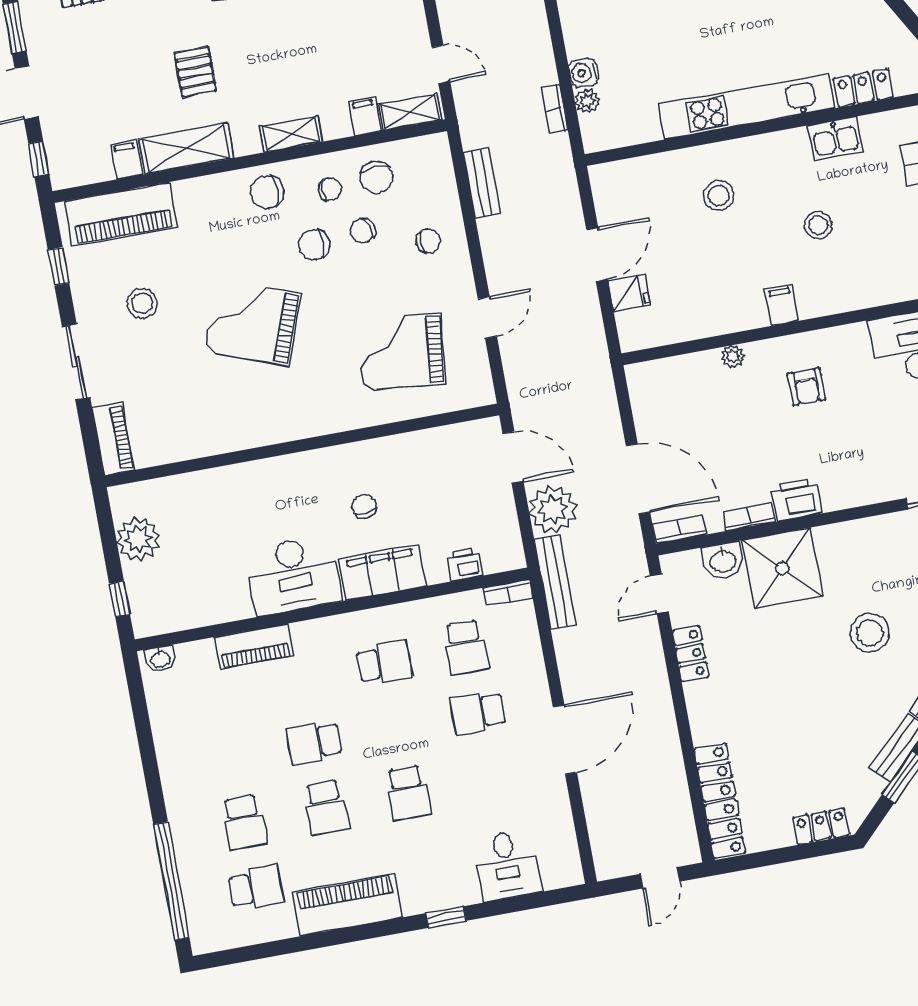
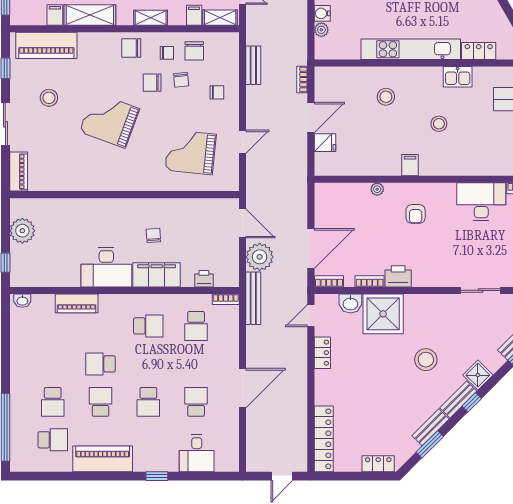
bookcase: (555, 109) -> (302, 80), moved
chair: (363, 231) -> (181, 80), turned -74
door: (638, 479) -> (311, 248), hinge flipped
school desk: (478, 713) -> (196, 402), moved, turned 90
school desk: (326, 808) -> (101, 402), turned 180

